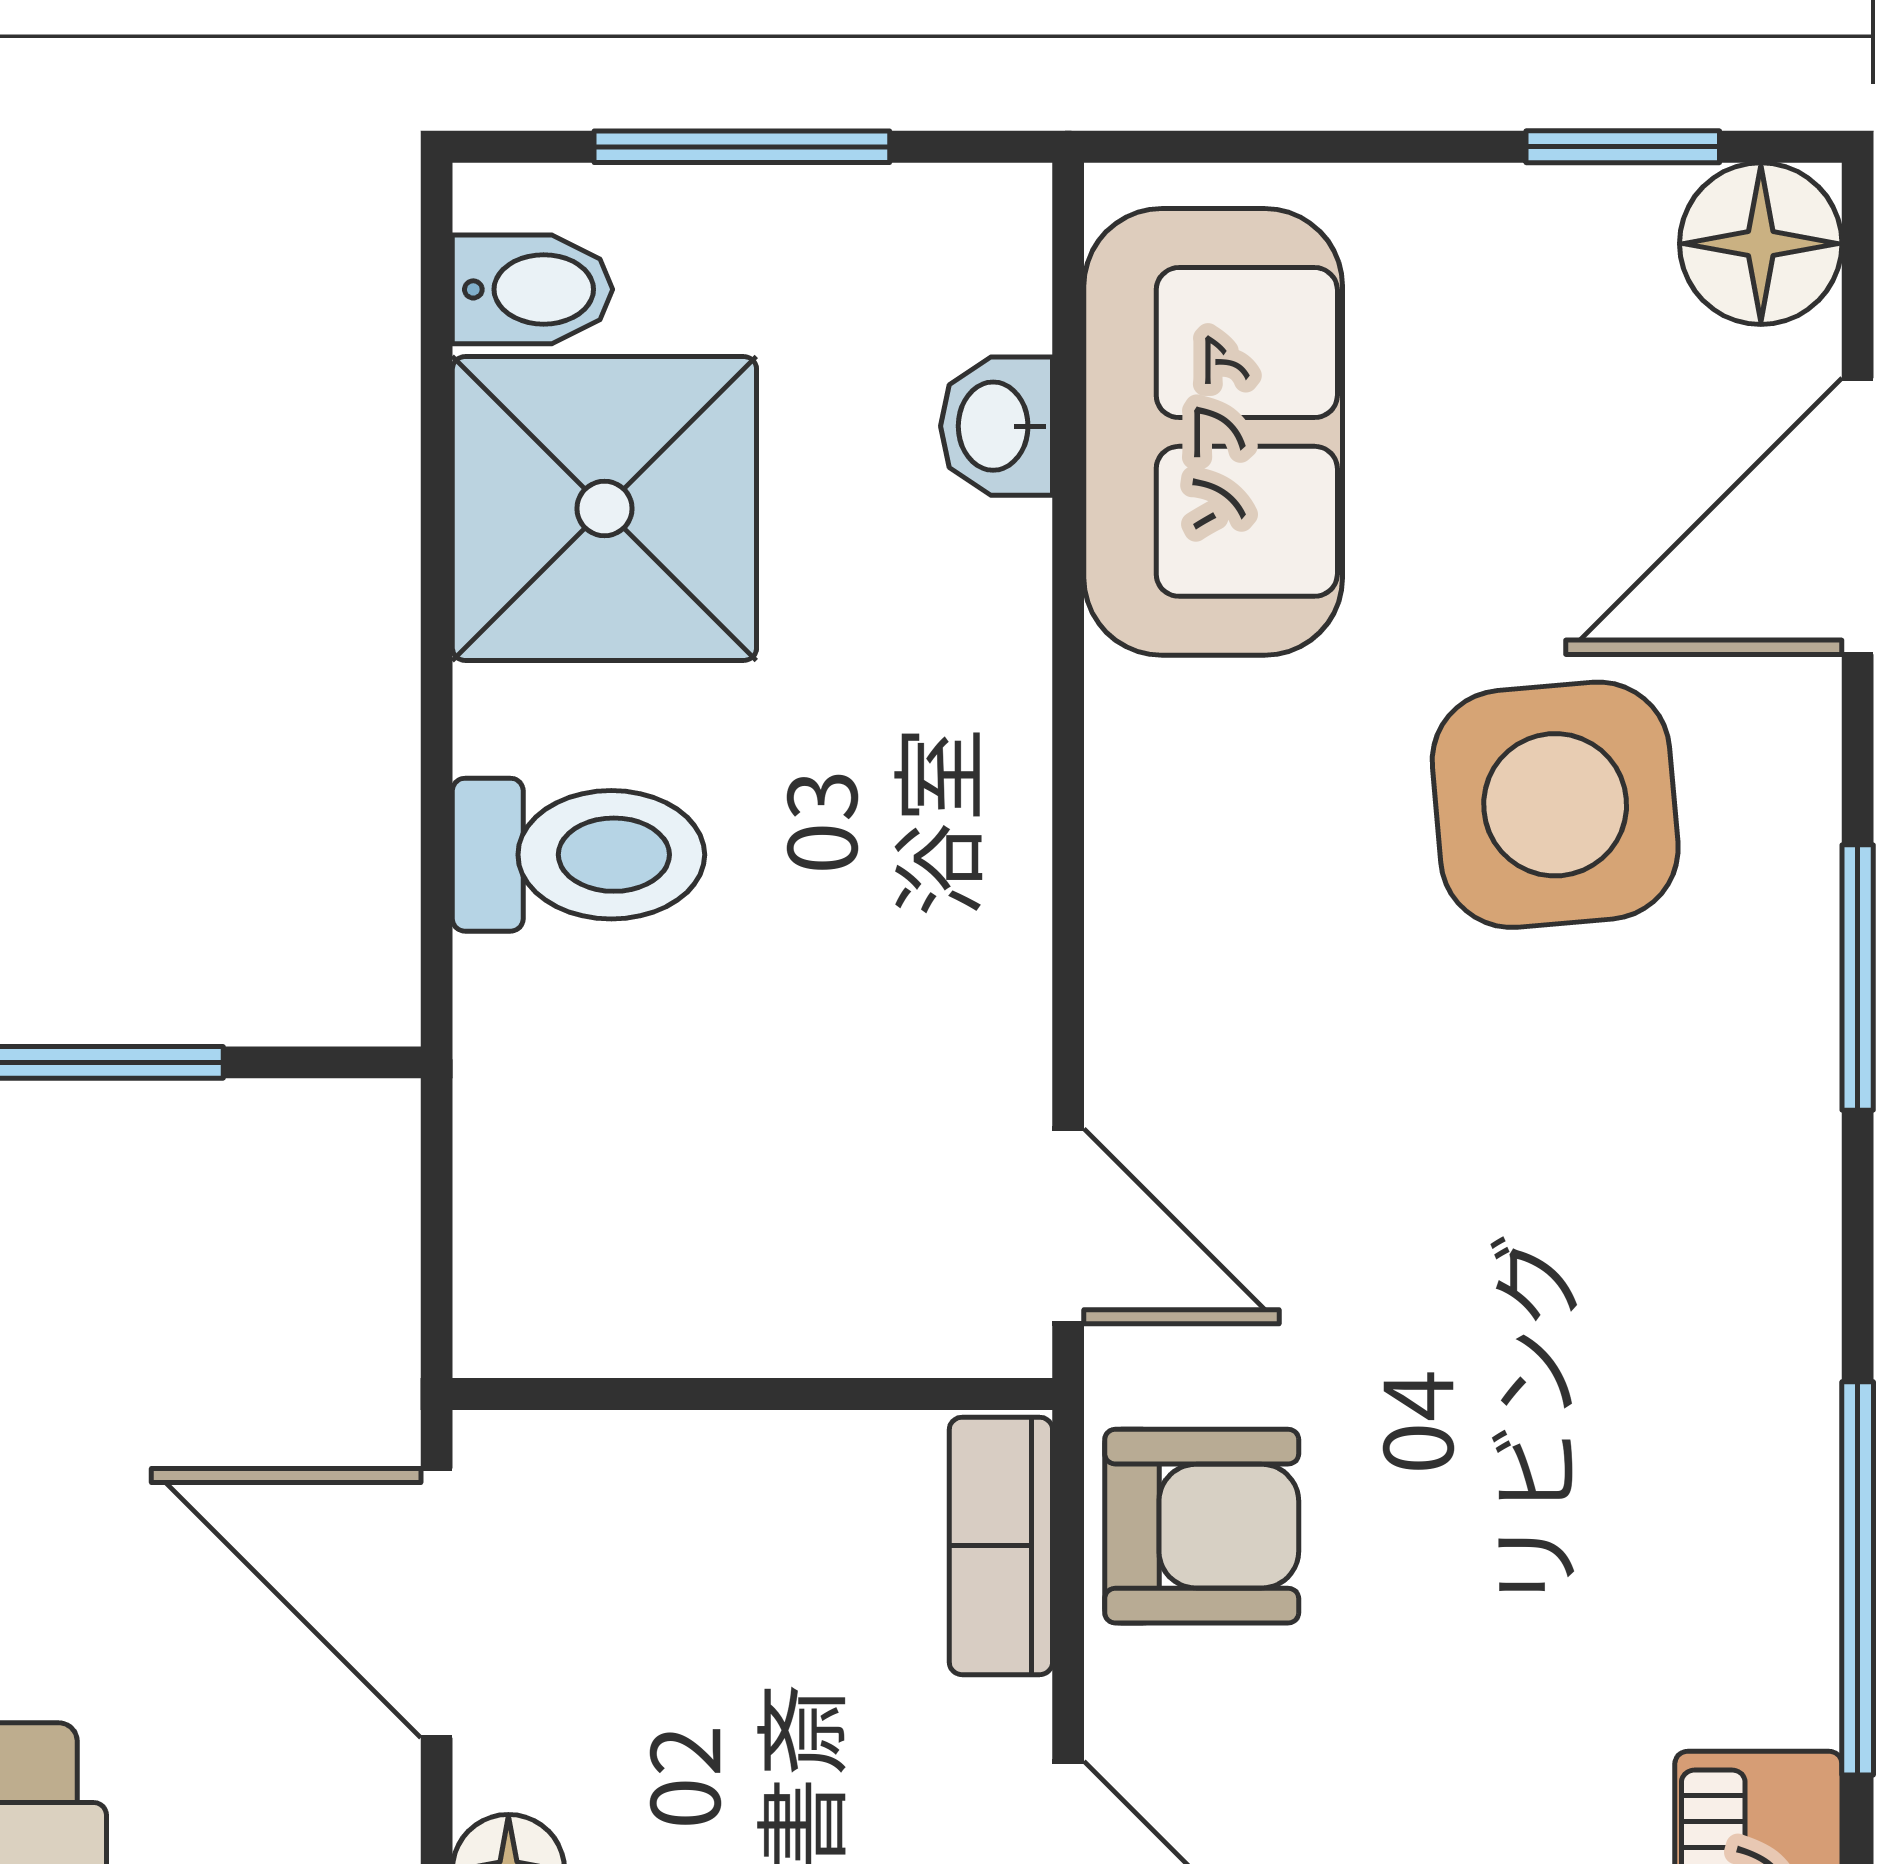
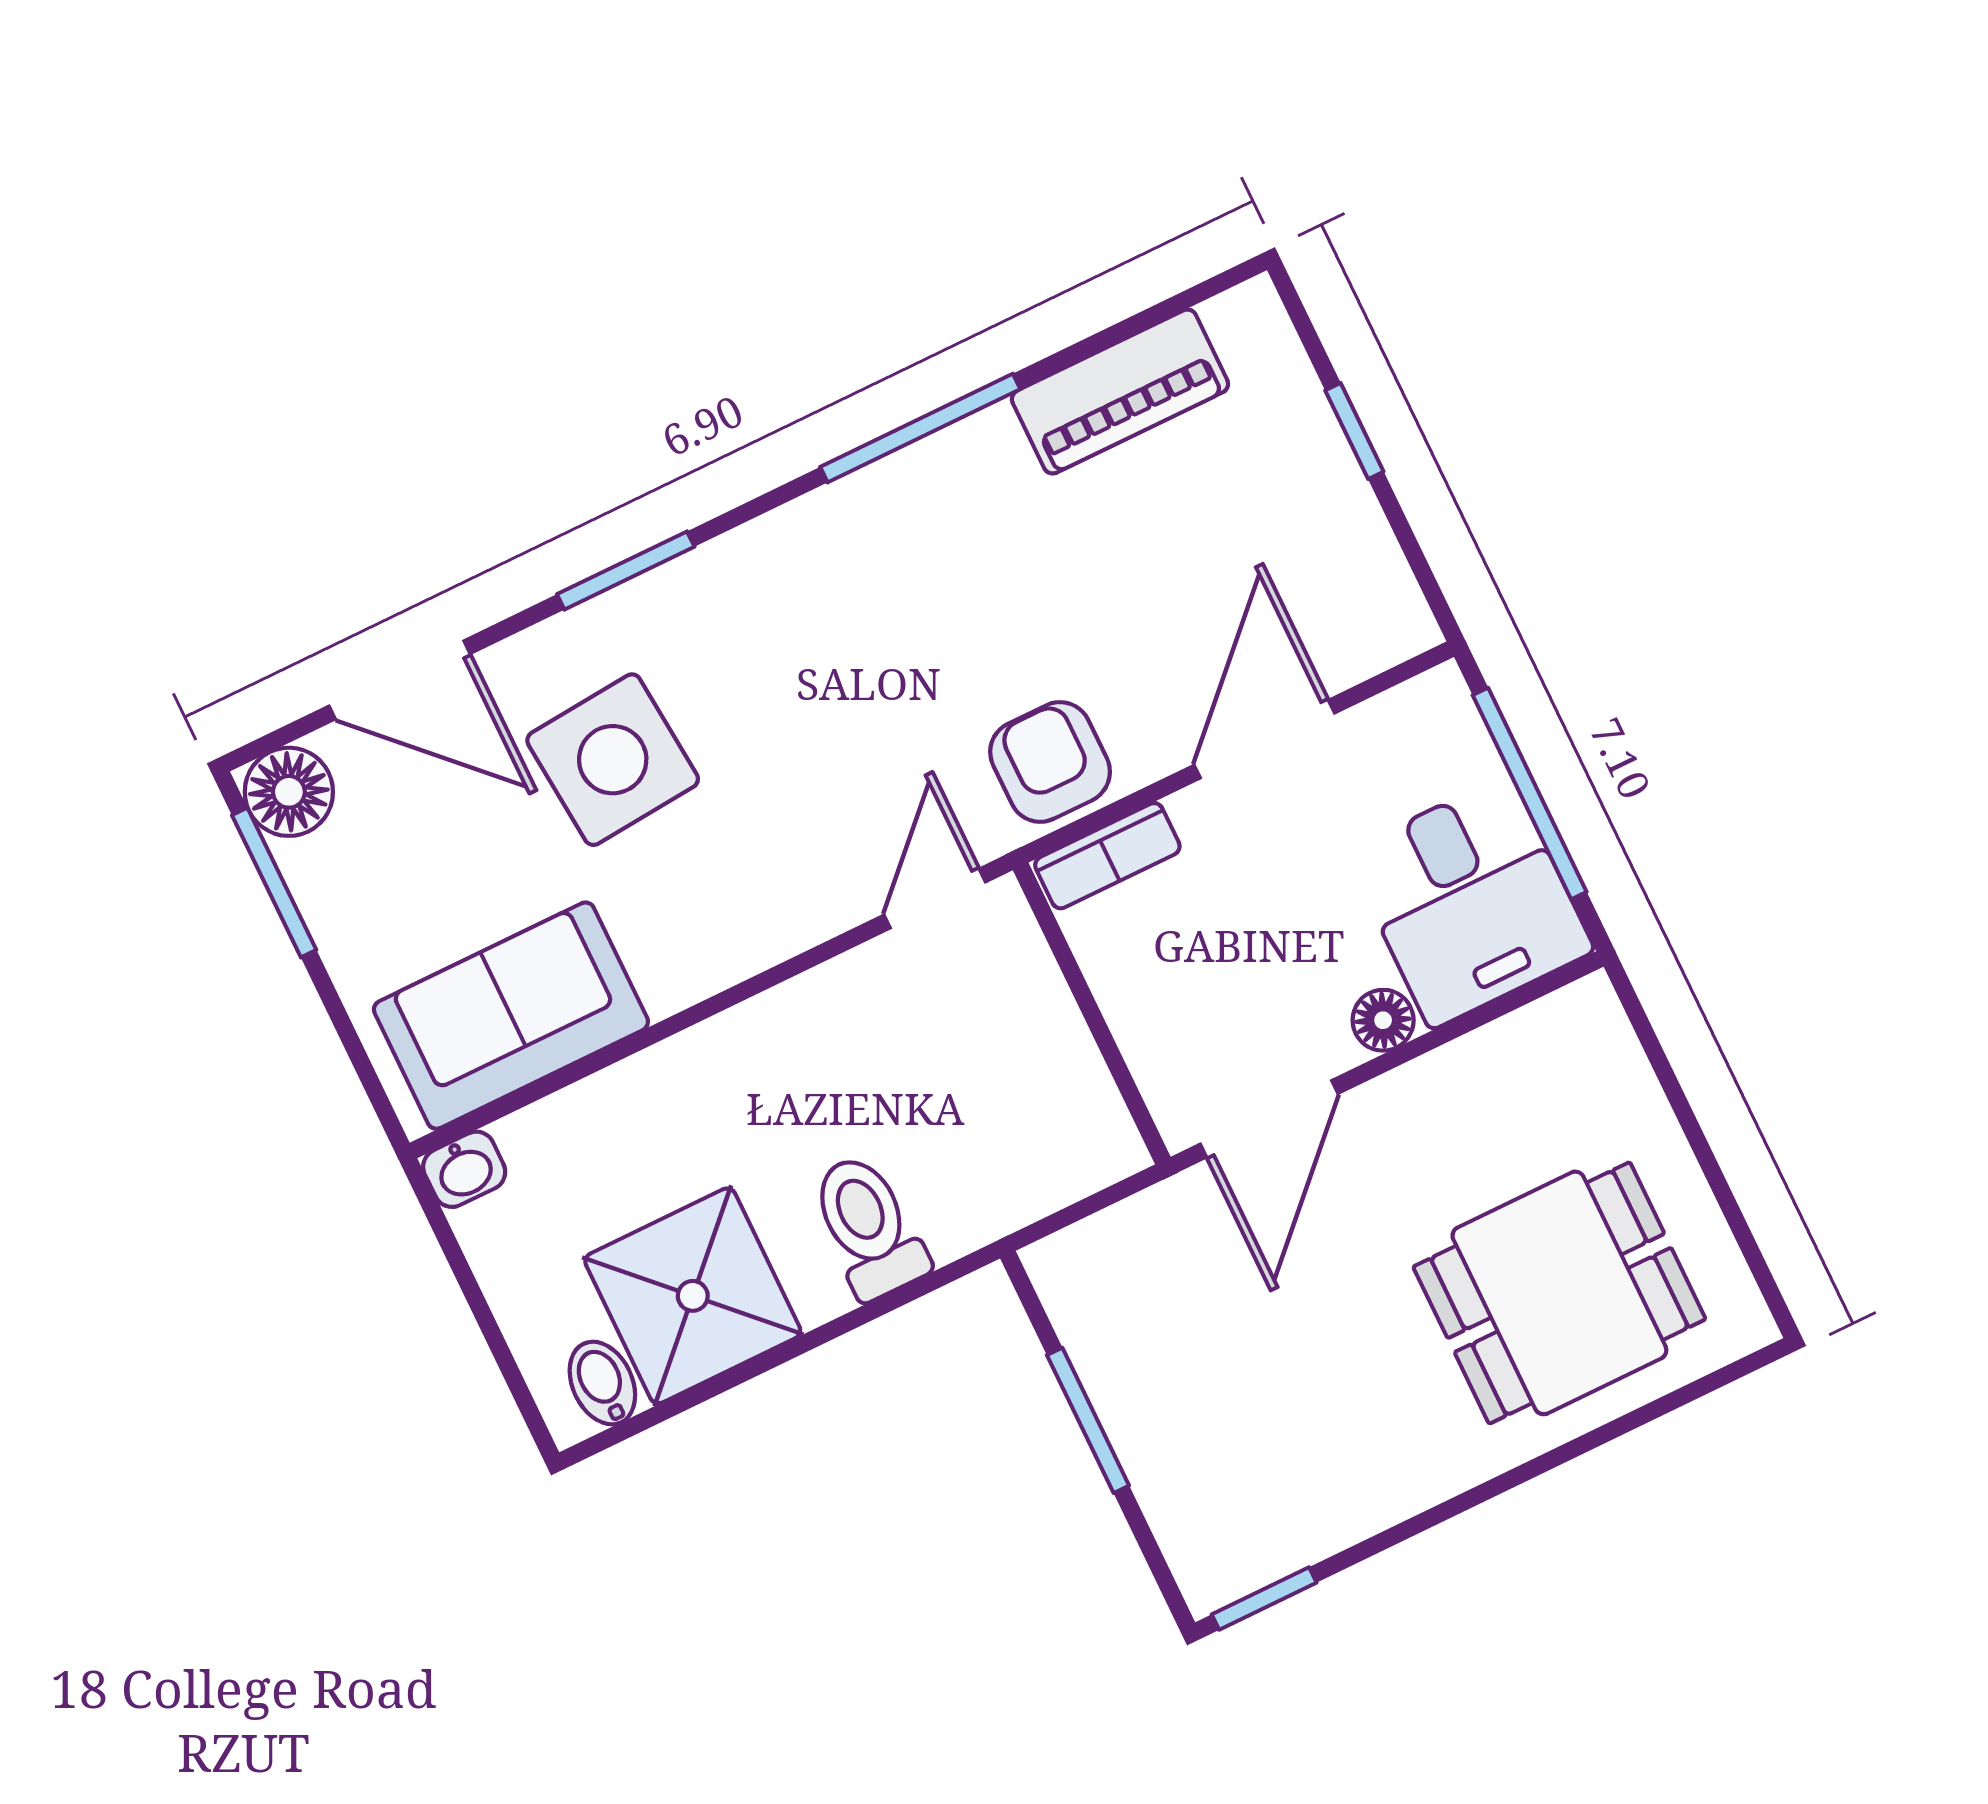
window: (742, 147) -> (483, 1314), removed
window: (1623, 147) -> (274, 882), width x1.50
washbasin: (996, 426) -> (464, 1169), moved

